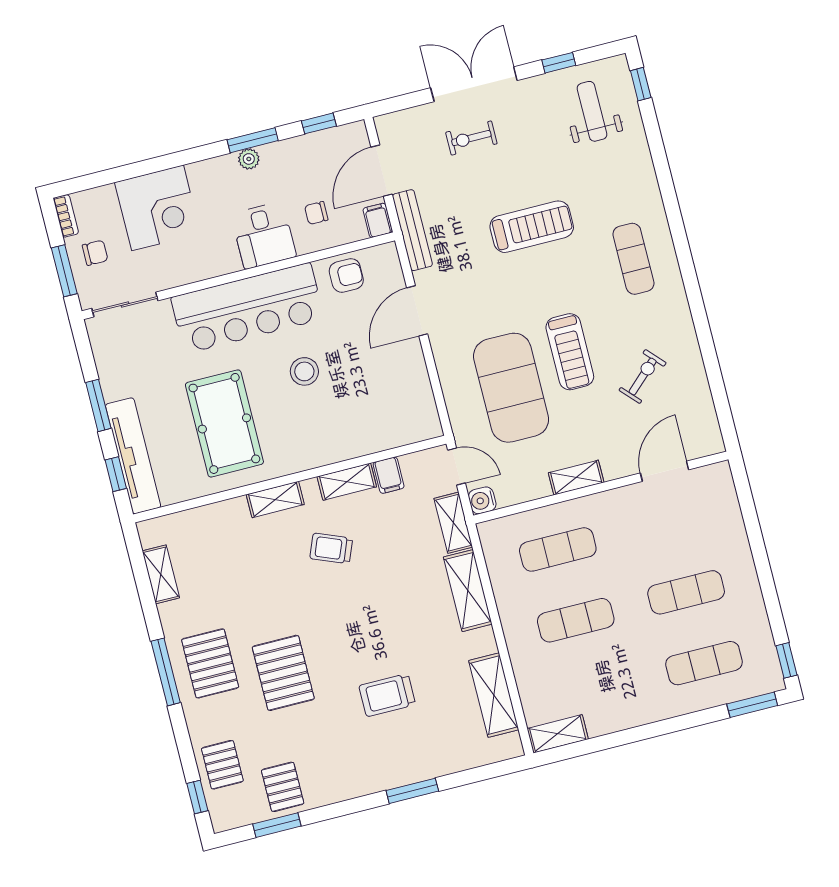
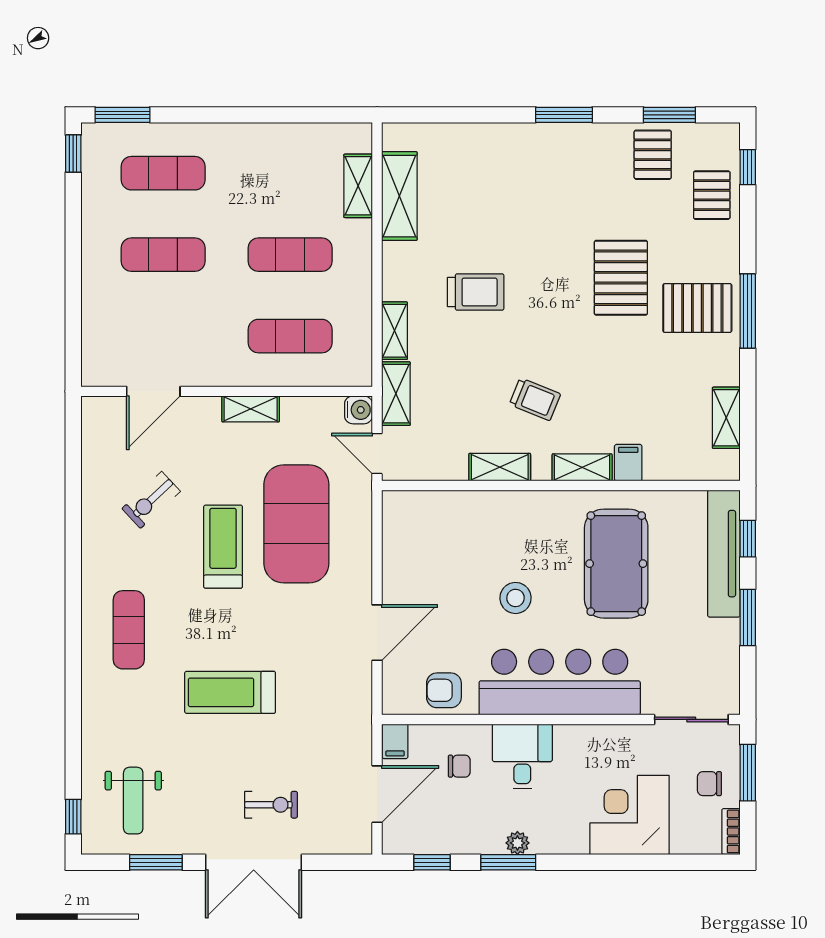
window: (559, 63) -> (156, 862), width x1.50
bench: (412, 230) -> (360, 721), removed
filing cabinet: (389, 475) -> (628, 463), moved
shelving: (468, 591) -> (394, 331), width x0.67, depth x0.75
pallet: (210, 663) -> (697, 308), turned 90
trolley: (387, 695) -> (476, 292), moved
shelving: (558, 734) -> (358, 186), moved, turned 90
window: (412, 791) -> (564, 115), moved

